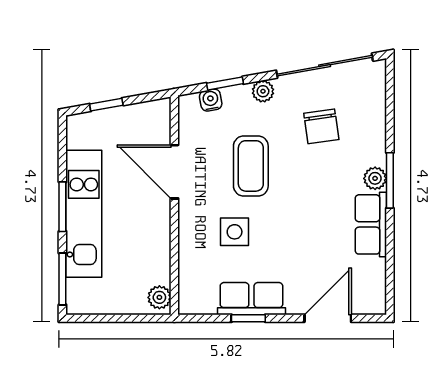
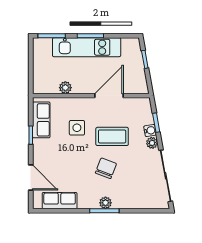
water cooler: (211, 100) -> (150, 130), moved
chair: (321, 126) -> (106, 168), moved, turned 119
row of seats: (371, 224) -> (60, 201), moved
plant: (159, 297) -> (65, 88), moved
row of seats: (251, 299) -> (41, 120), moved

